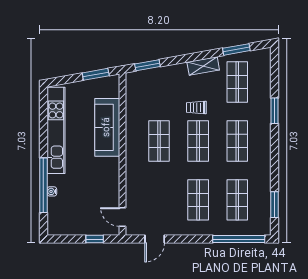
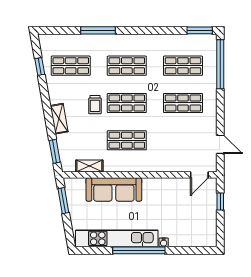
window: (236, 49) -> (40, 66), width x0.67
shelving: (203, 66) -> (59, 119), moved
shelving: (132, 102) -> (89, 166), added
window: (274, 111) -> (98, 30), width x1.44
window: (43, 185) -> (139, 250), moved
water cooler: (52, 191) -> (164, 242), moved
window: (274, 205) -> (200, 30), moved

